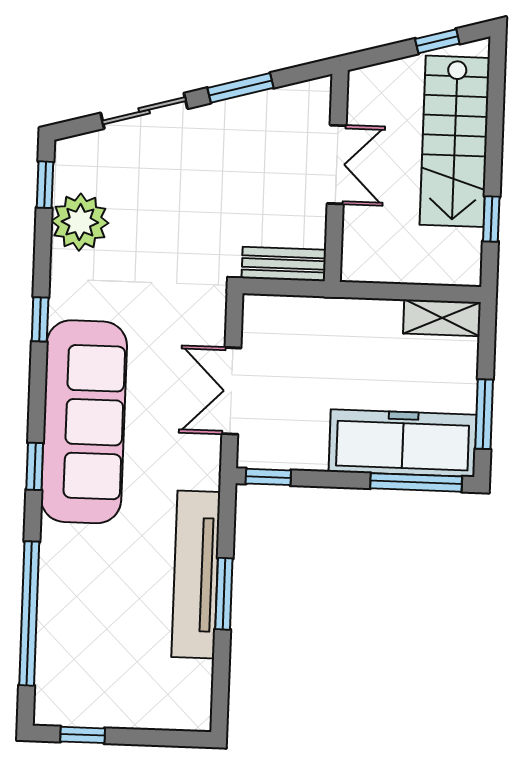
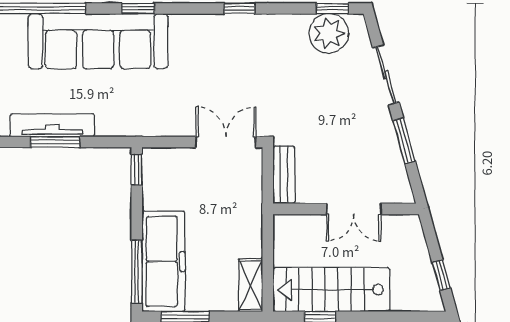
stairs: (455, 141) -> (331, 290), moved
plant: (80, 222) -> (329, 33), moved
double door: (231, 391) -> (226, 142), moved
sofa: (84, 422) -> (98, 41), moved
tv unit: (196, 575) -> (52, 125), width x0.73, depth x0.78

